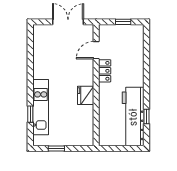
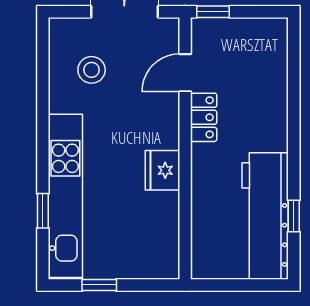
window: (123, 22) -> (213, 12), moved
stool: (53, 49) -> (92, 70), added
kitchen unit: (41, 107) -> (65, 196), width x1.36

